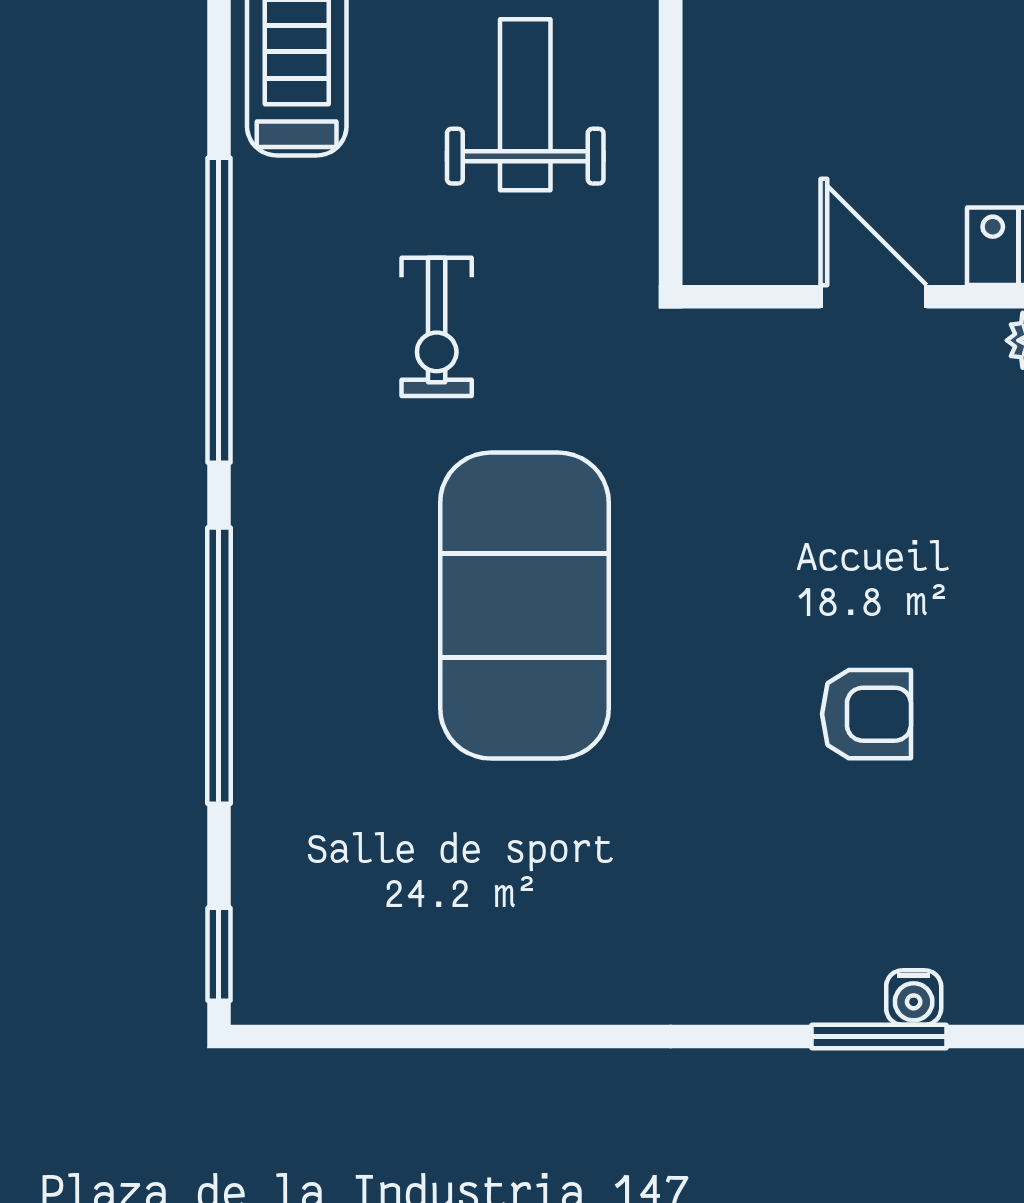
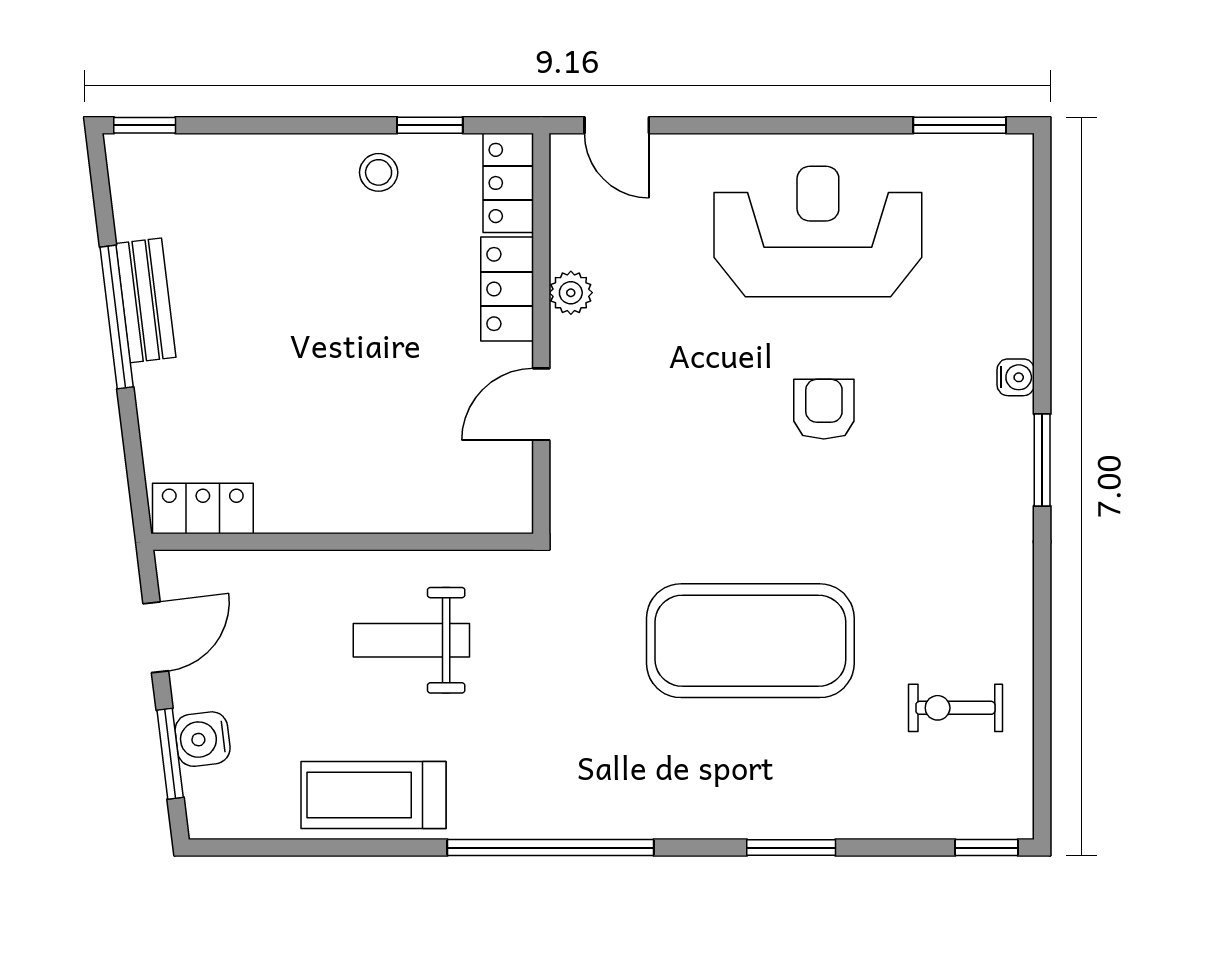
exercise bike: (437, 327) -> (955, 708), moved, turned 180
window: (219, 666) -> (791, 848), width x0.47
window: (879, 1037) -> (1042, 460), moved

